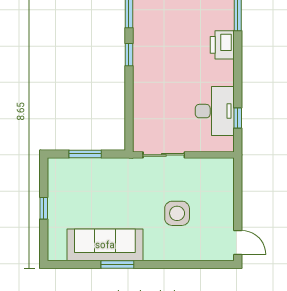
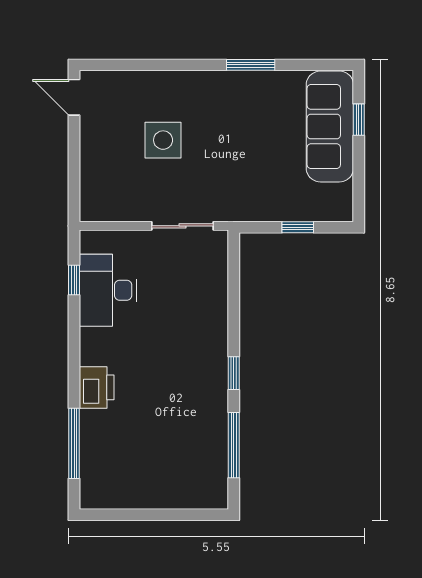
window: (85, 154) -> (298, 227), width x0.67
window: (44, 208) -> (359, 120), moved
sofa: (105, 245) -> (330, 126), moved, turned 90

